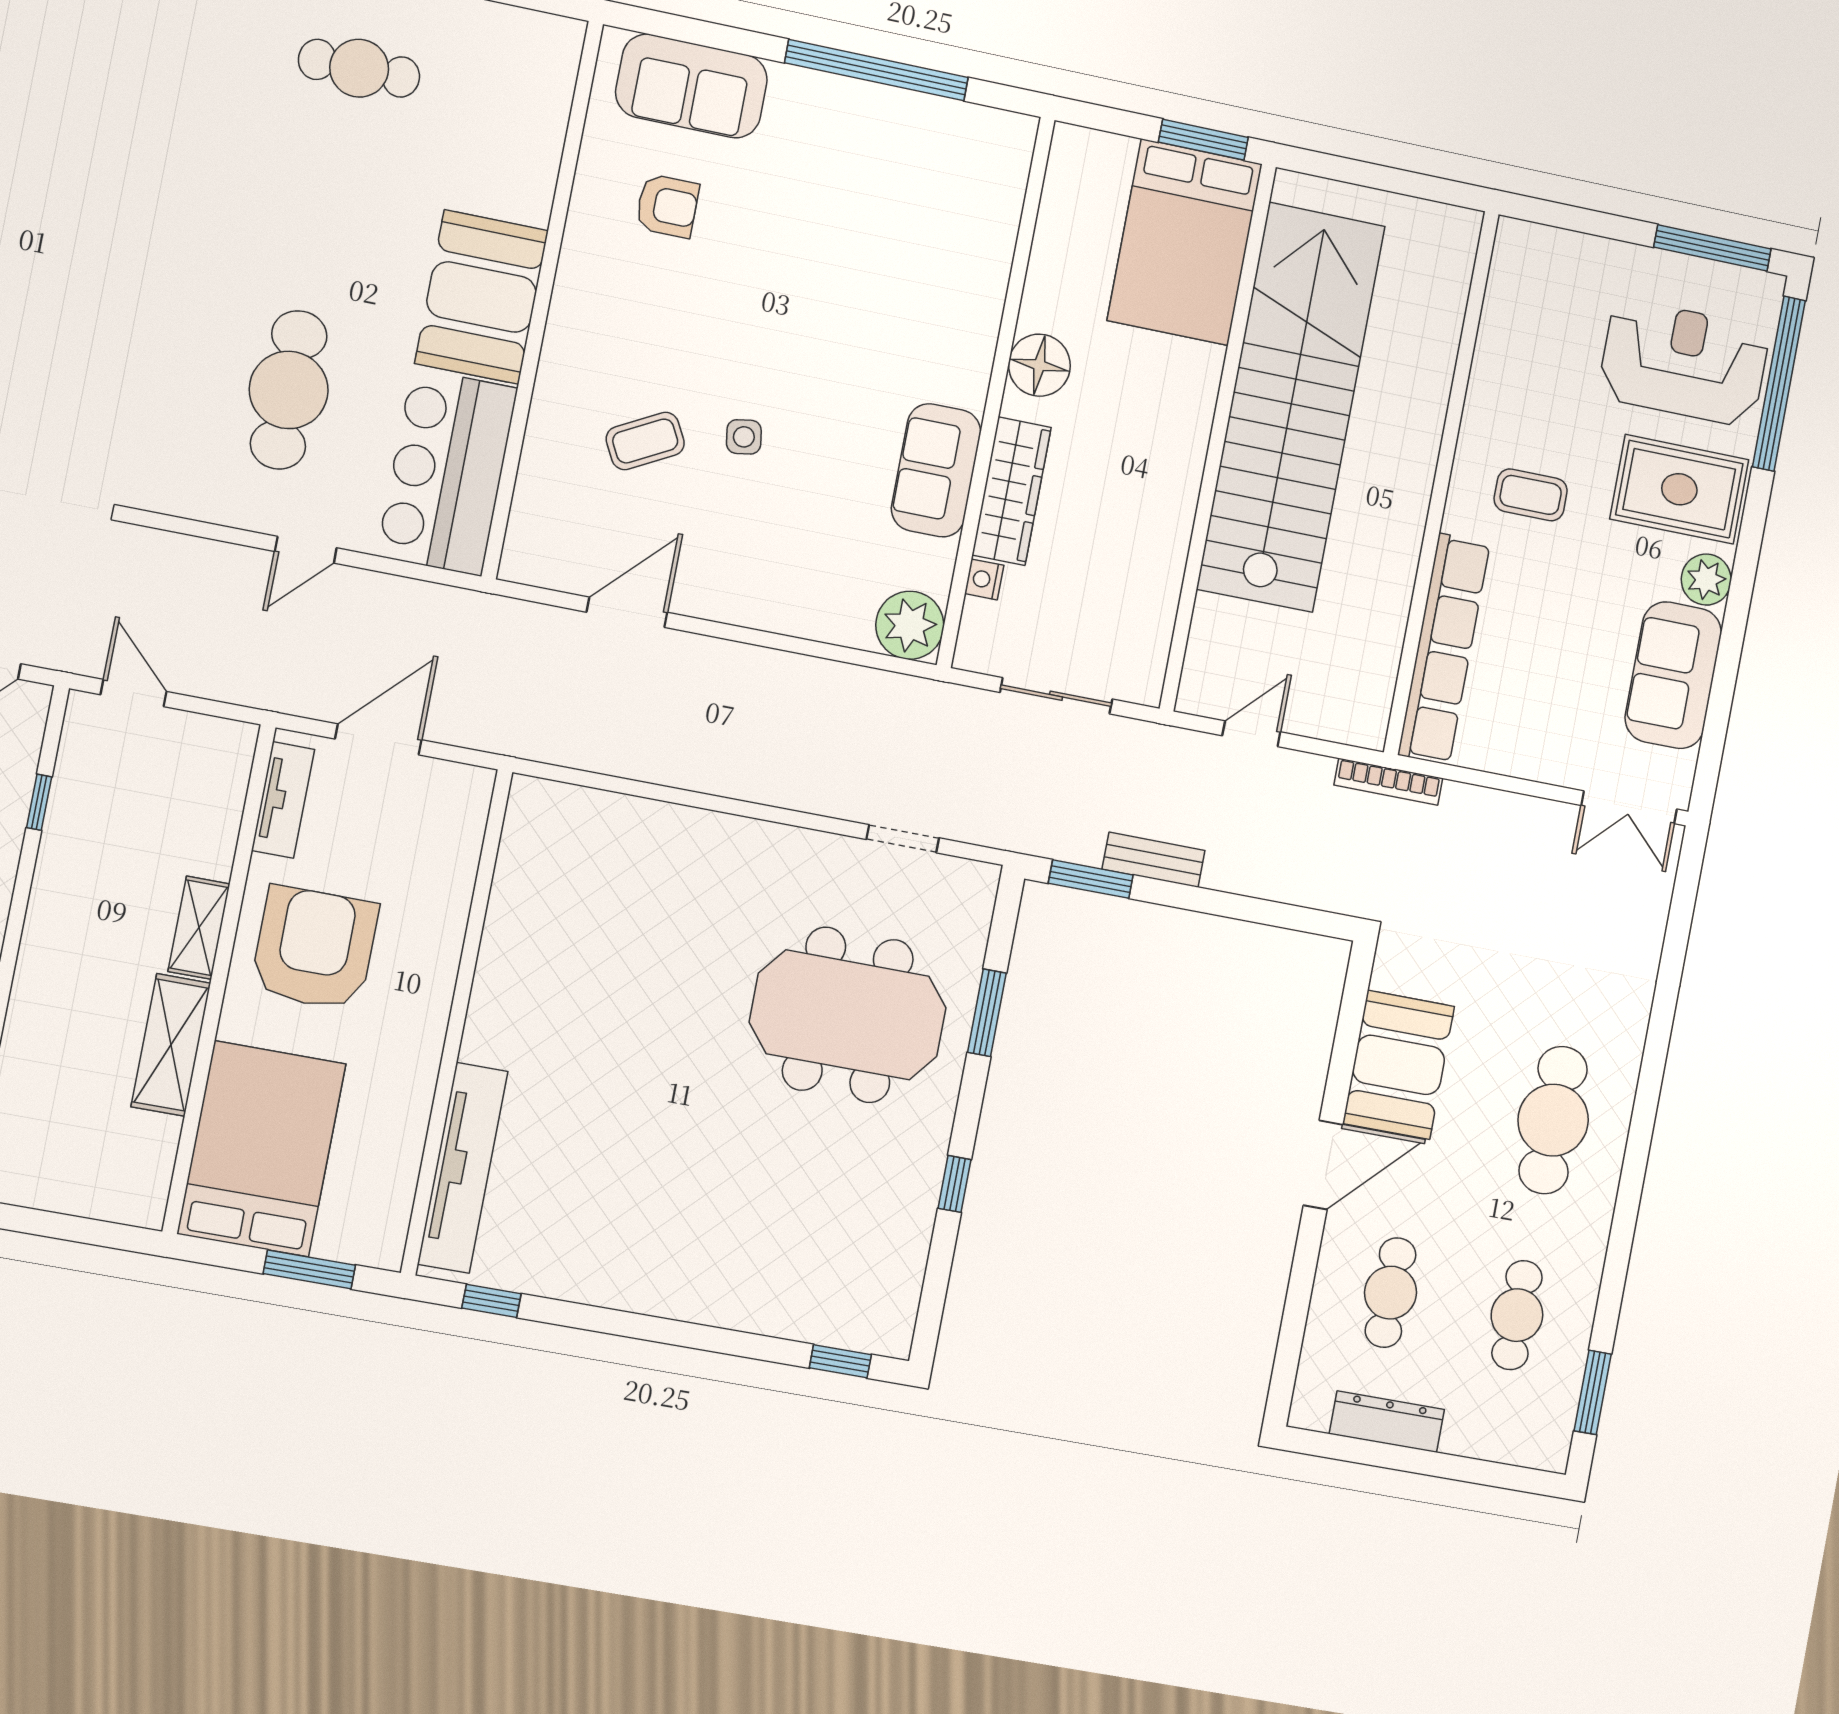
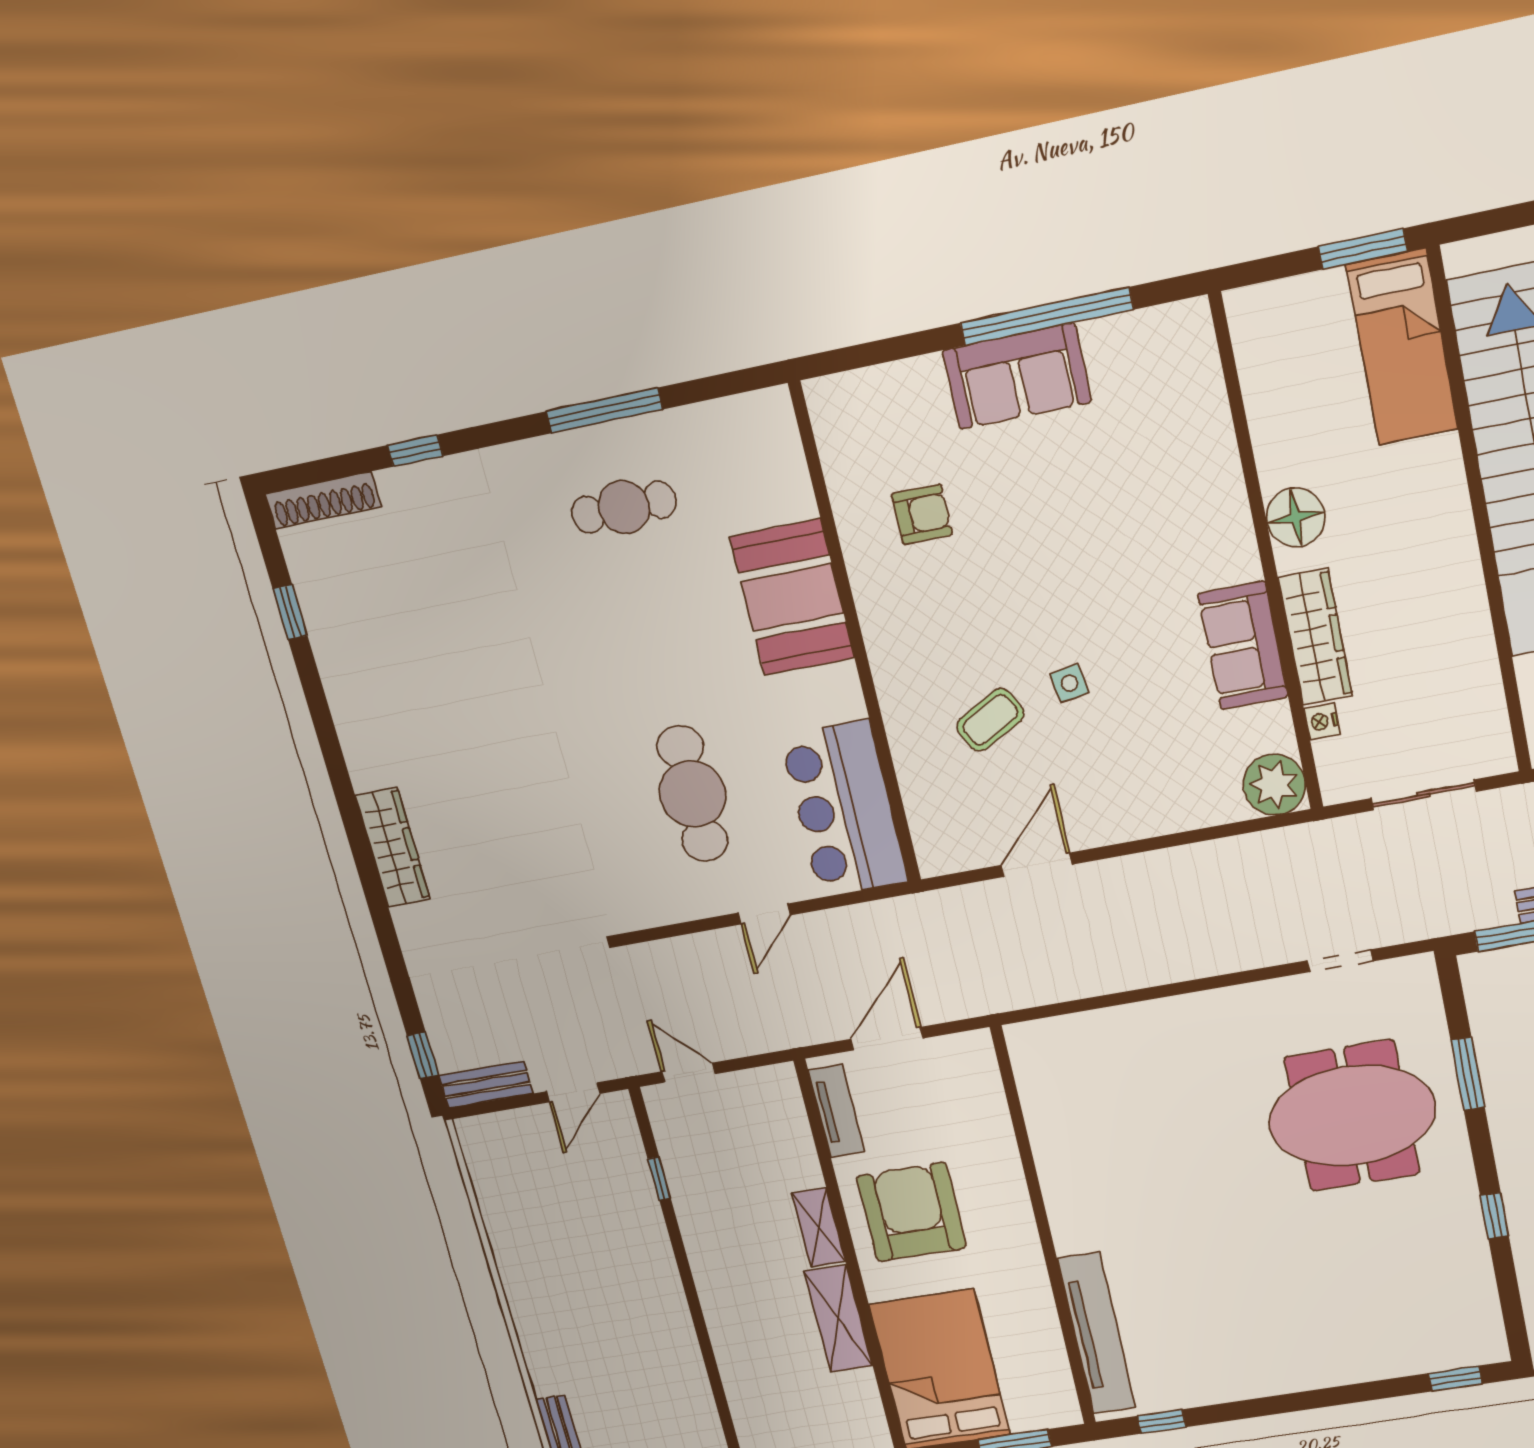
sofa: (691, 86) -> (1017, 376), moved
bed: (1185, 242) -> (1402, 347), width x0.67
booth: (482, 297) -> (792, 597), moved

